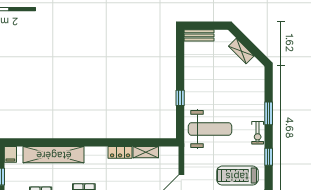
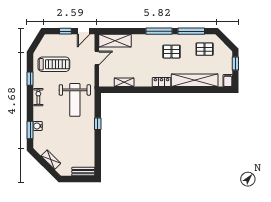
water cooler: (259, 95) -> (38, 126), added
window: (269, 113) -> (30, 130), moved
weight bench: (210, 129) -> (75, 100), turned -90
locker: (120, 152) -> (161, 82), moved

